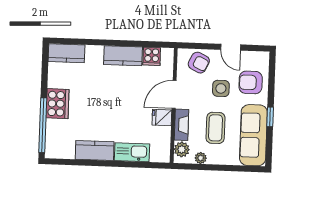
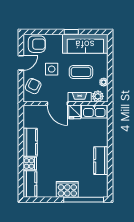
cooker: (152, 56) -> (30, 164), moved
armchair: (251, 82) -> (37, 44), moved, turned -90
kitchen sink: (132, 152) -> (94, 112), moved, turned -90

